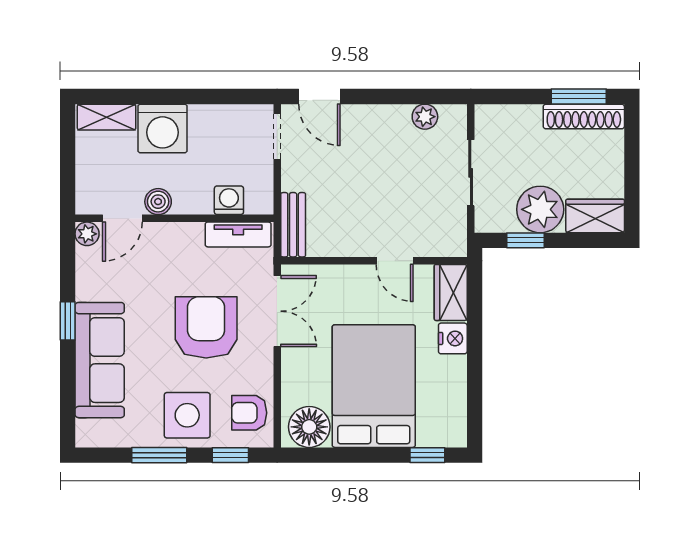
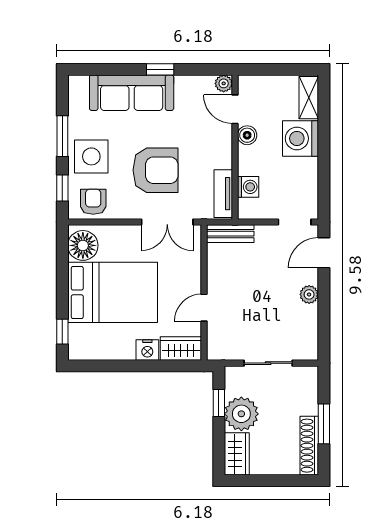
window: (579, 96) -> (324, 424), moved
plant: (425, 117) -> (309, 294), moved

